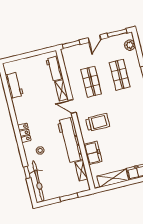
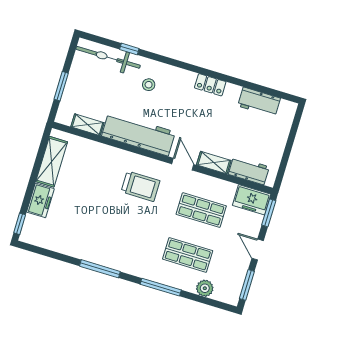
plant: (130, 45) -> (205, 288), moved
door: (72, 106) -> (183, 164), hinge flipped
trolley: (98, 122) -> (140, 186), turned -90
locker: (24, 133) -> (210, 85), moved
freezer: (93, 153) -> (252, 200), moved

